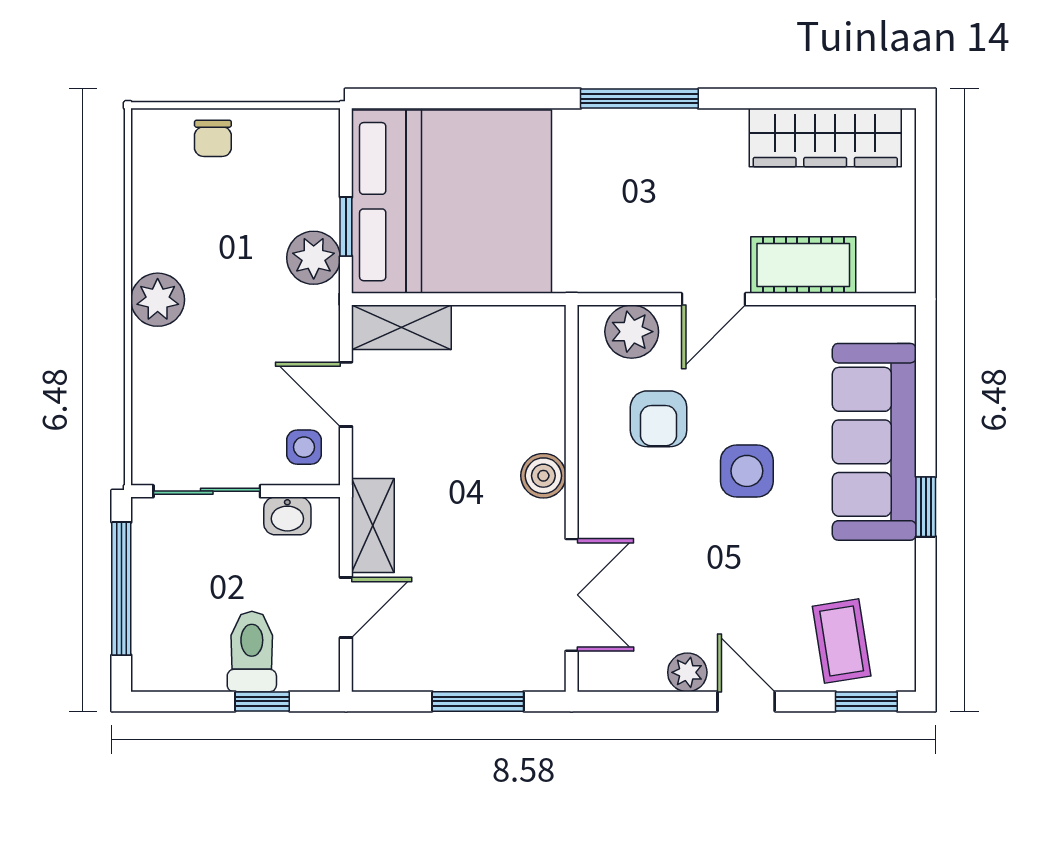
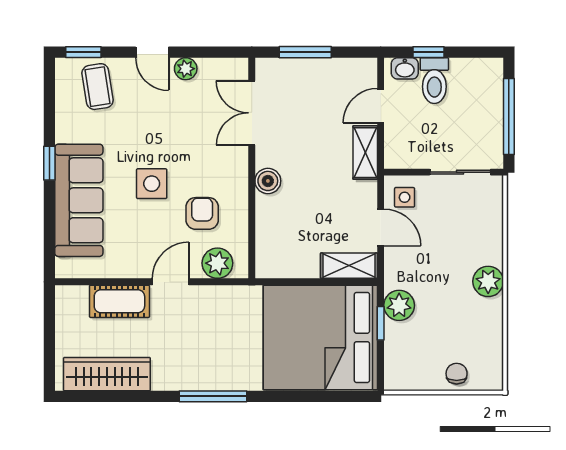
washbasin: (287, 516) -> (405, 68), moved, turned 180

